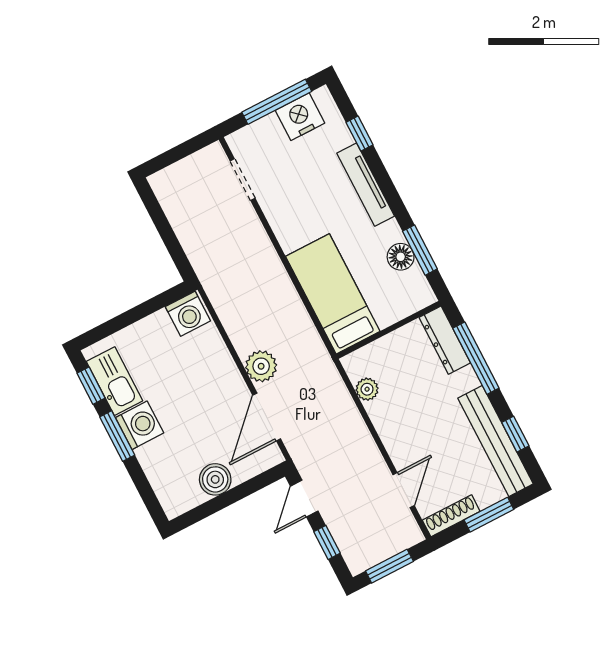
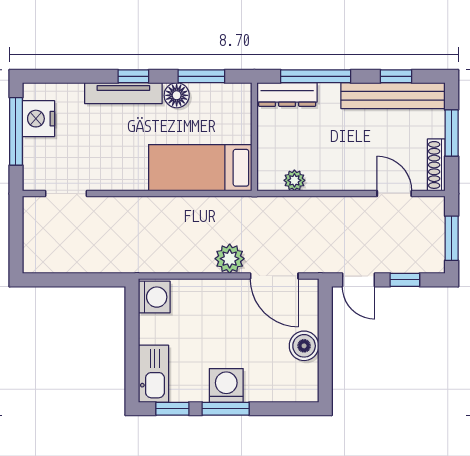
window: (359, 134) -> (133, 76), moved
floor lamp: (401, 257) -> (177, 95), moved
kitchen sink: (115, 381) -> (153, 374), moved, turned 90

